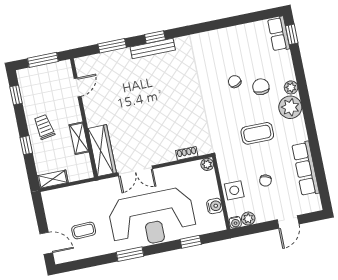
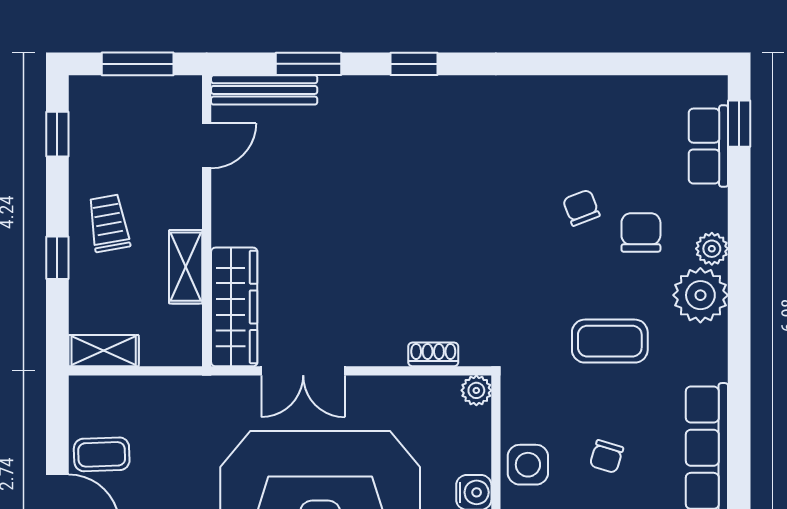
row of seats: (279, 34) -> (708, 146), moved
bench: (153, 49) -> (264, 90), moved
coffee table: (84, 230) -> (102, 454), moved

